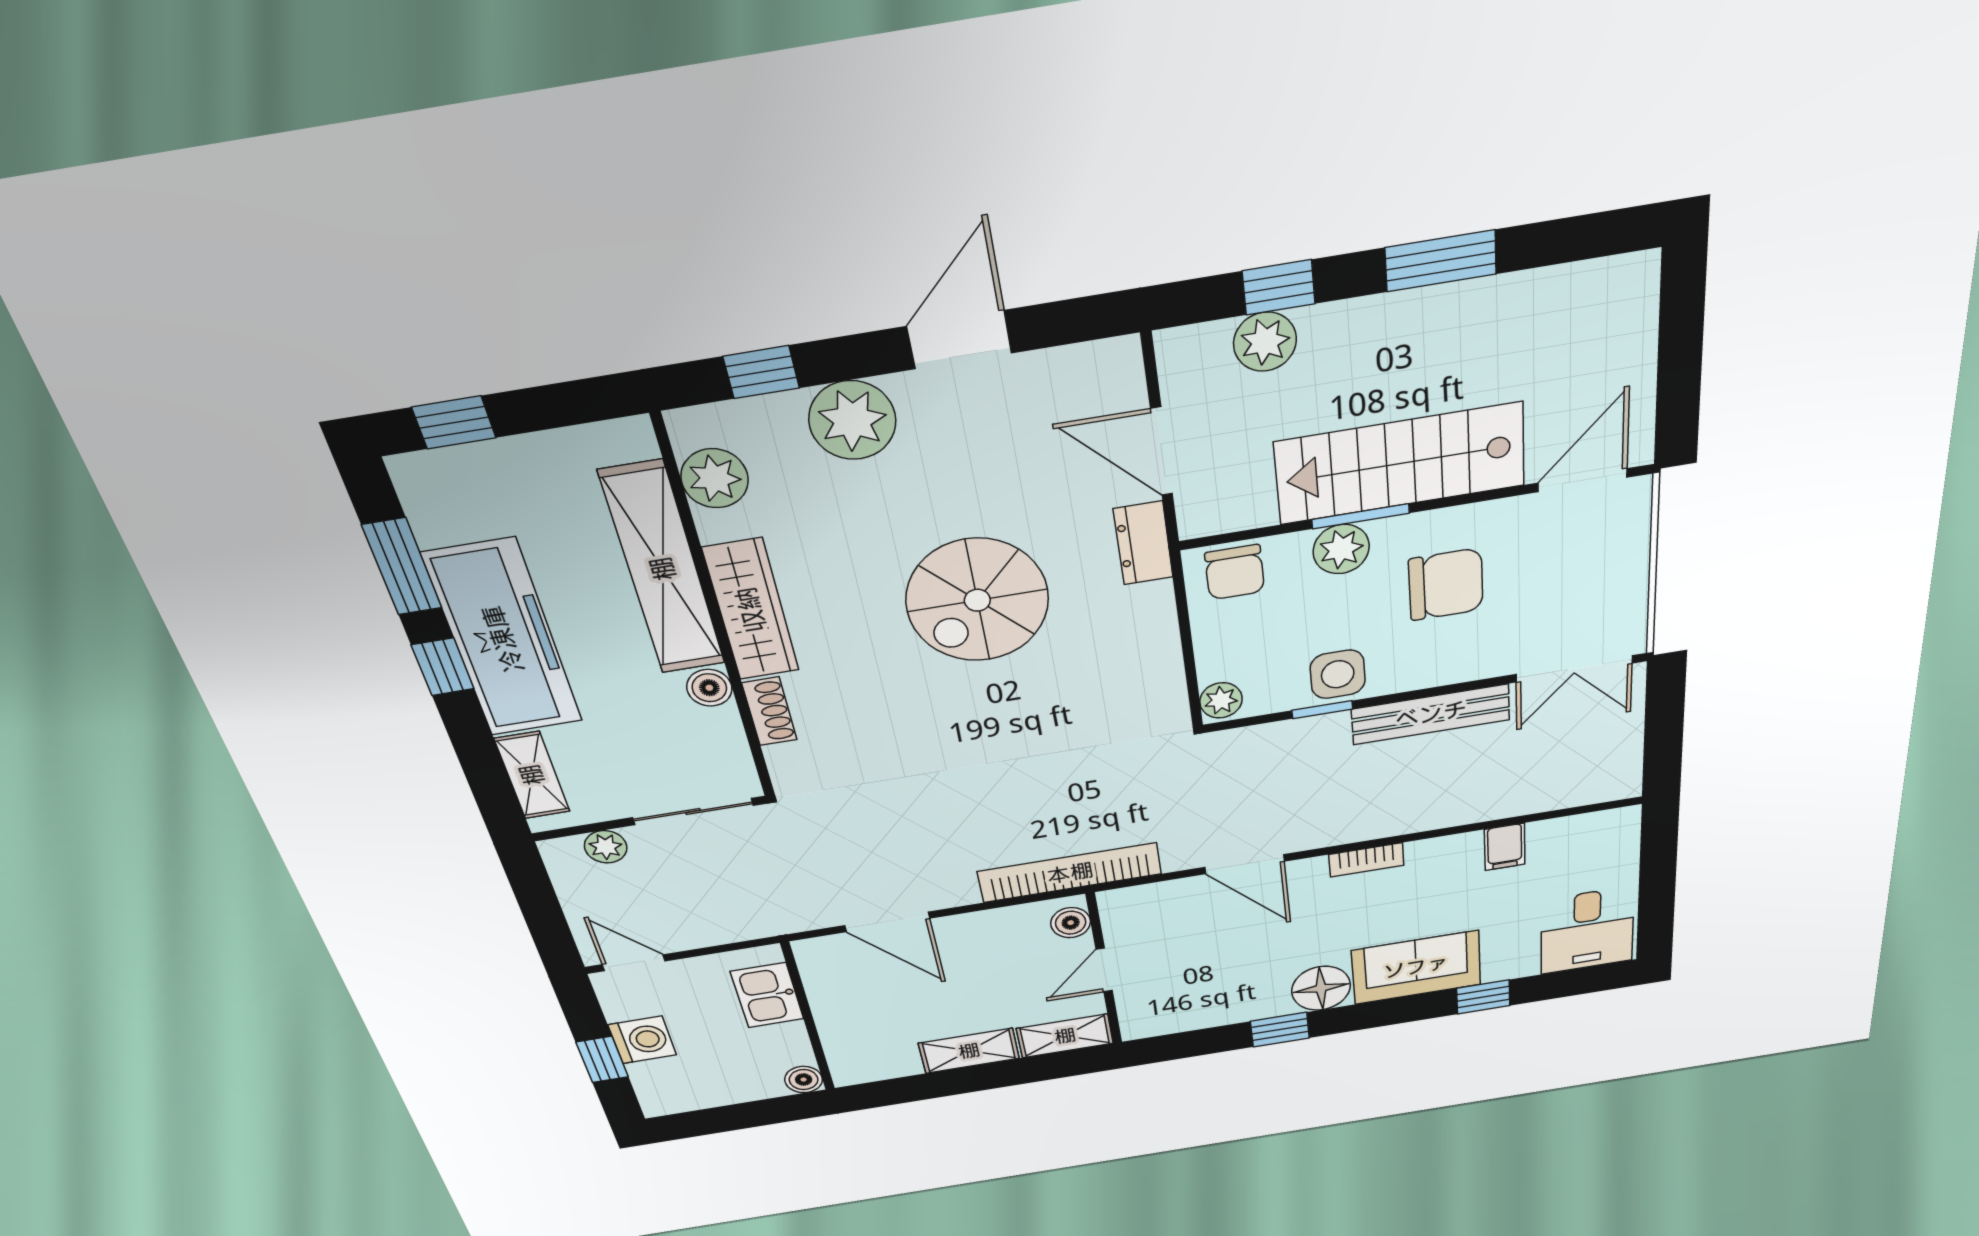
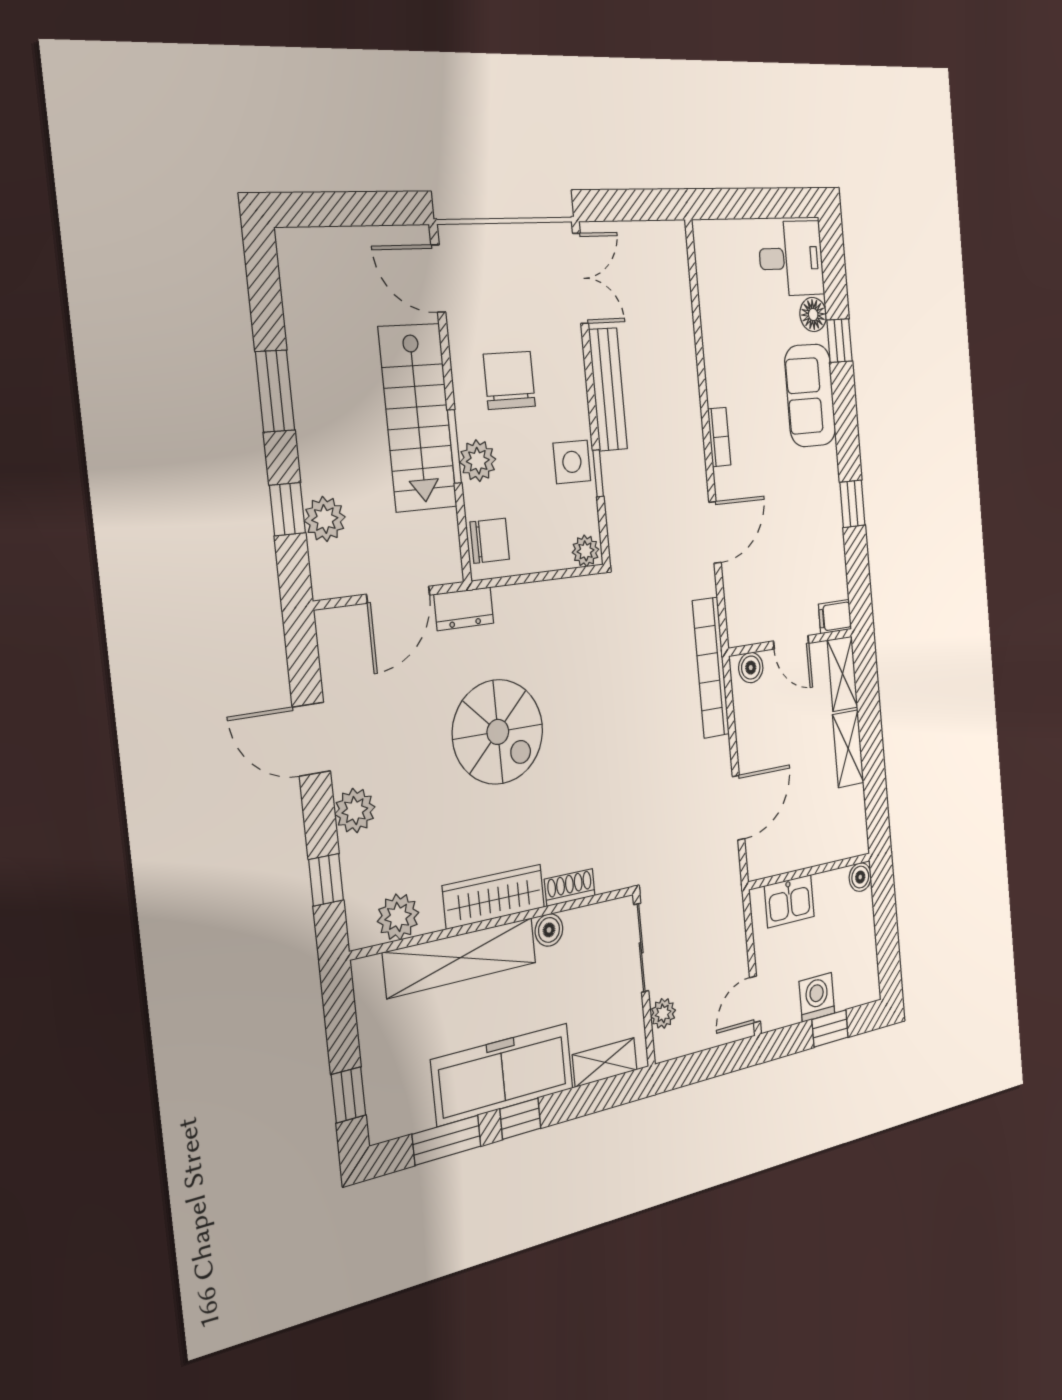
plant: (852, 420) -> (355, 811), width x0.73, depth x0.73
filing cabinet: (1505, 847) -> (835, 617), moved, turned 180
floor lamp: (1321, 988) -> (813, 314), moved, width x0.73, depth x0.73

